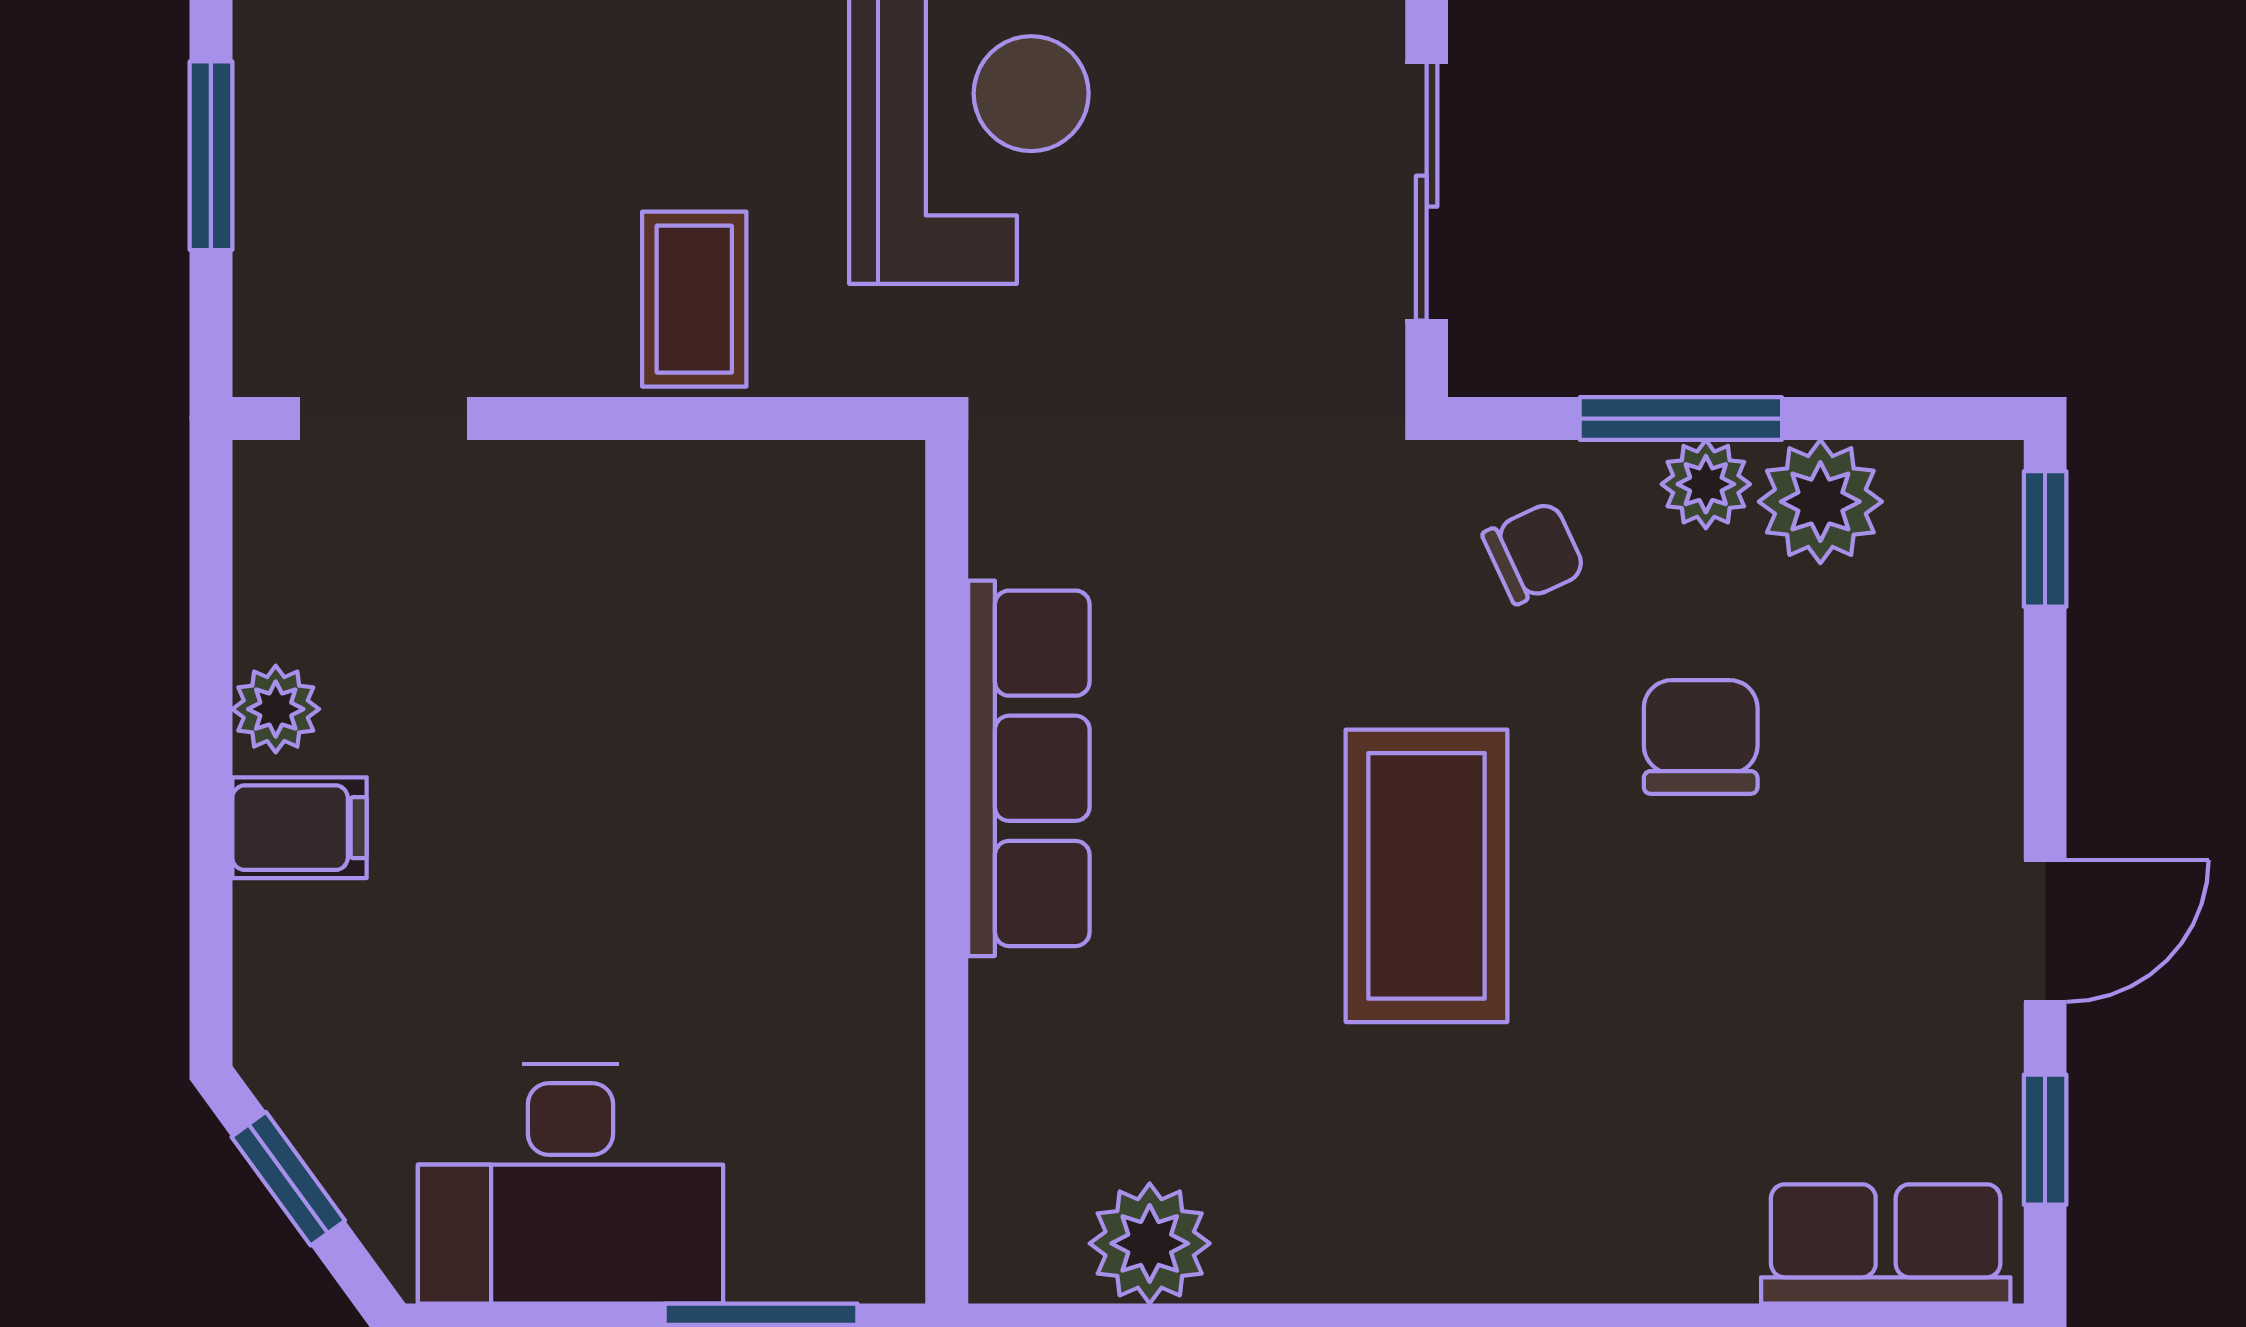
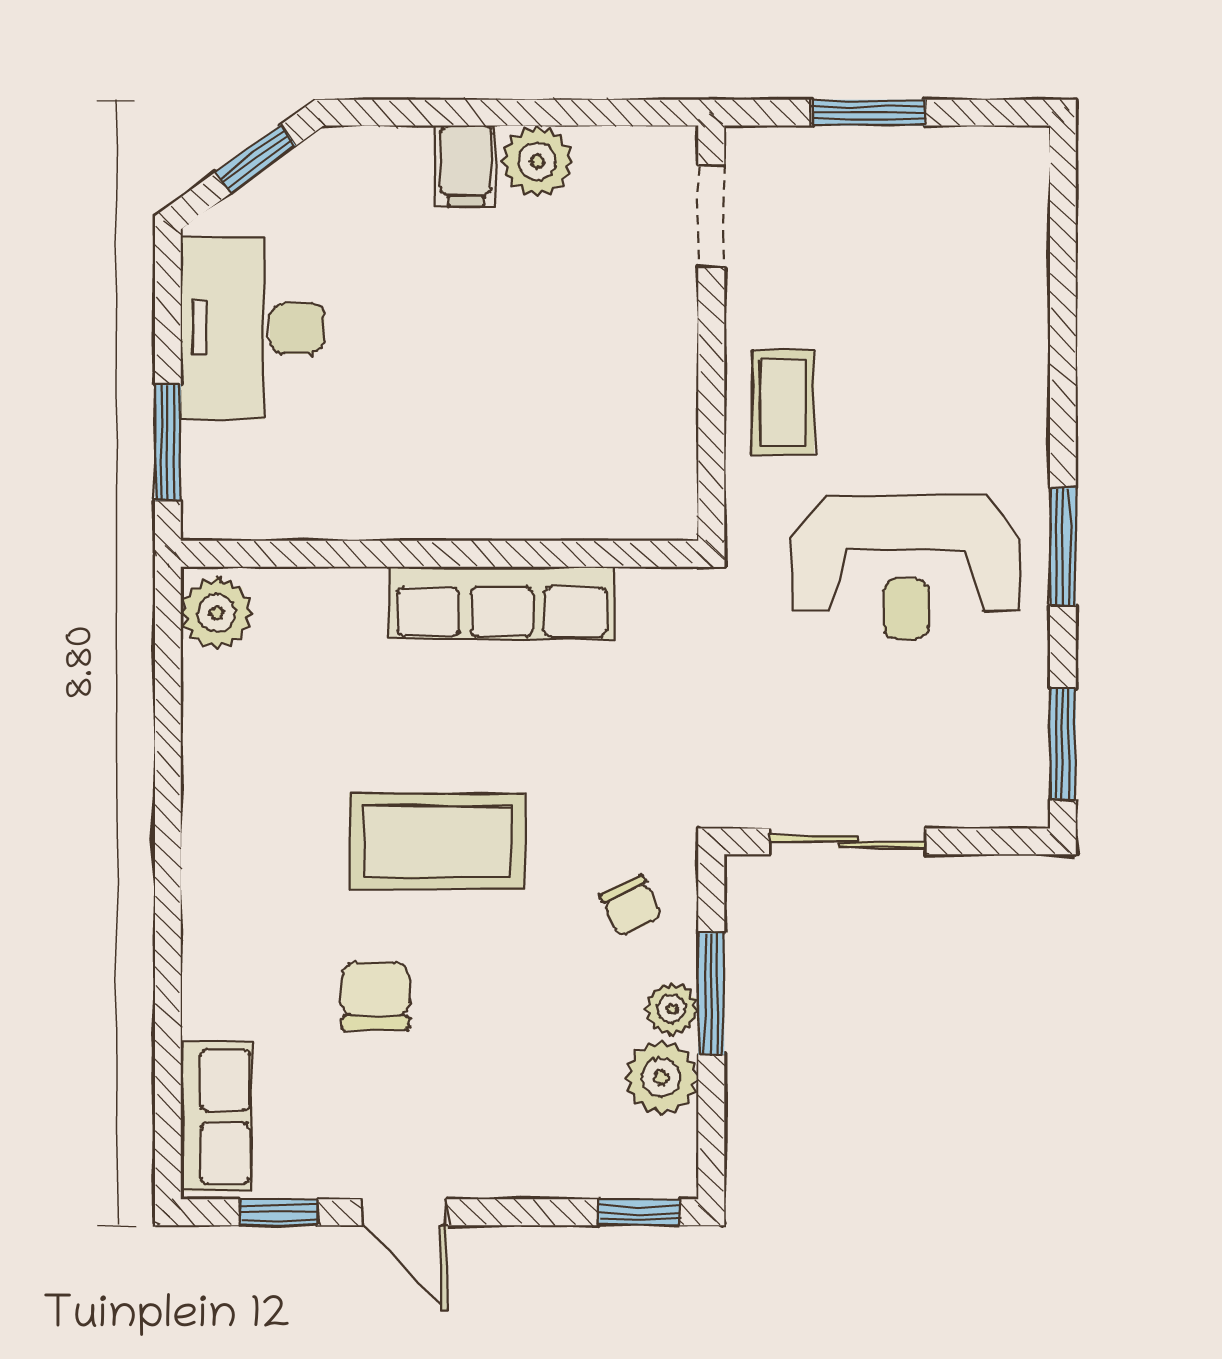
coffee table: (694, 299) -> (783, 402), turned 90
plant: (276, 709) -> (537, 161), width x1.38, depth x1.38
chair: (1701, 737) -> (375, 996), moved, turned -90
plant: (1150, 1243) -> (217, 613), moved

